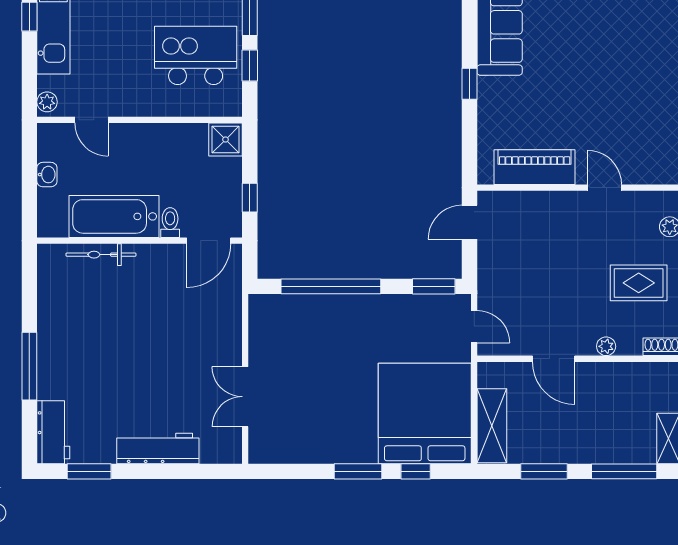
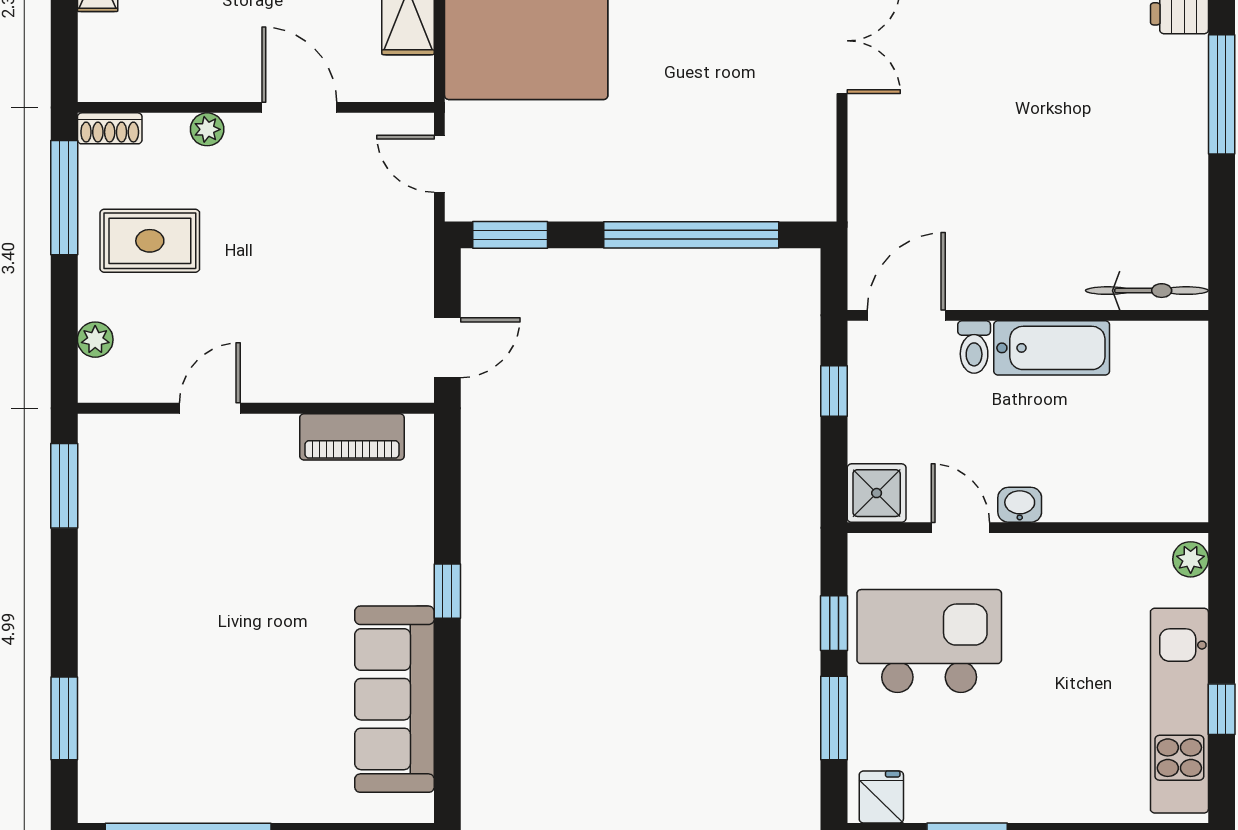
kitchen island: (196, 55) -> (929, 641), turned 180
door: (91, 120) -> (960, 528), moved
piano: (535, 167) -> (352, 437), width x0.73, depth x0.75
washbasin: (47, 175) -> (1020, 505), moved, turned 90
door: (605, 188) -> (210, 408), swing flipped
bathtub: (114, 216) -> (1052, 348), width x0.73, depth x0.73
bicycle: (101, 255) -> (1147, 291), moved

